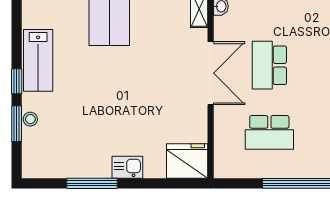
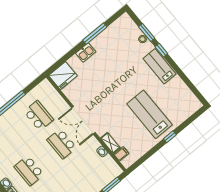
school desk: (269, 65) -> (62, 144), turned 180
school desk: (269, 132) -> (39, 116), turned 90

